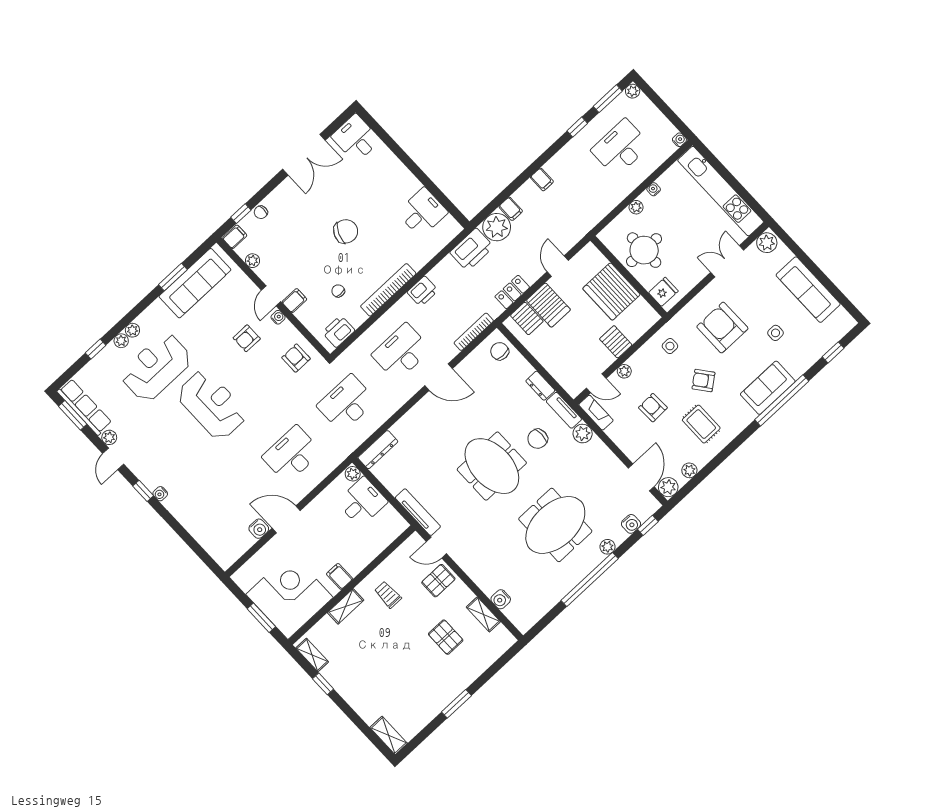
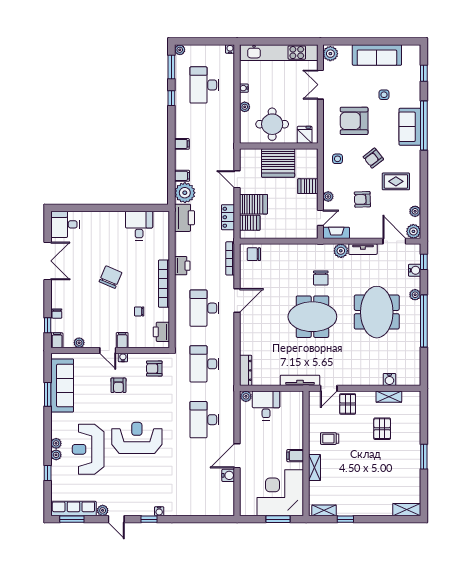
dresser: (540, 386) -> (293, 249), removed
tv unit: (564, 410) -> (363, 249), moved
pallet: (446, 637) -> (382, 429), turned 90

